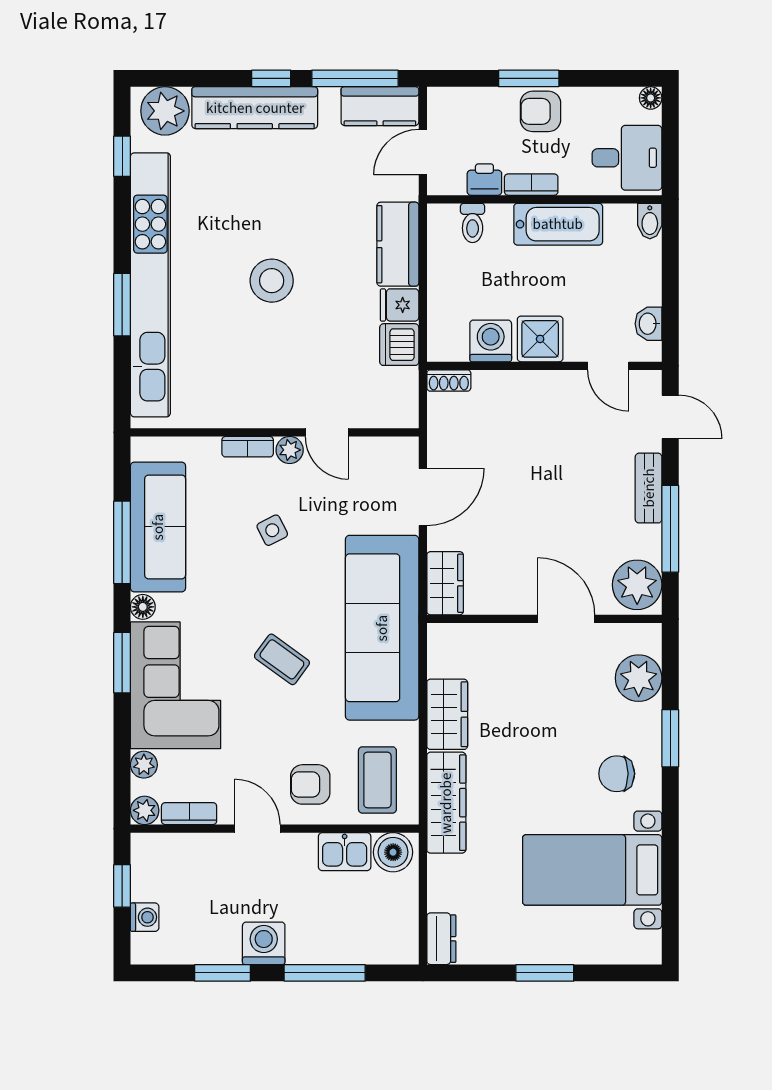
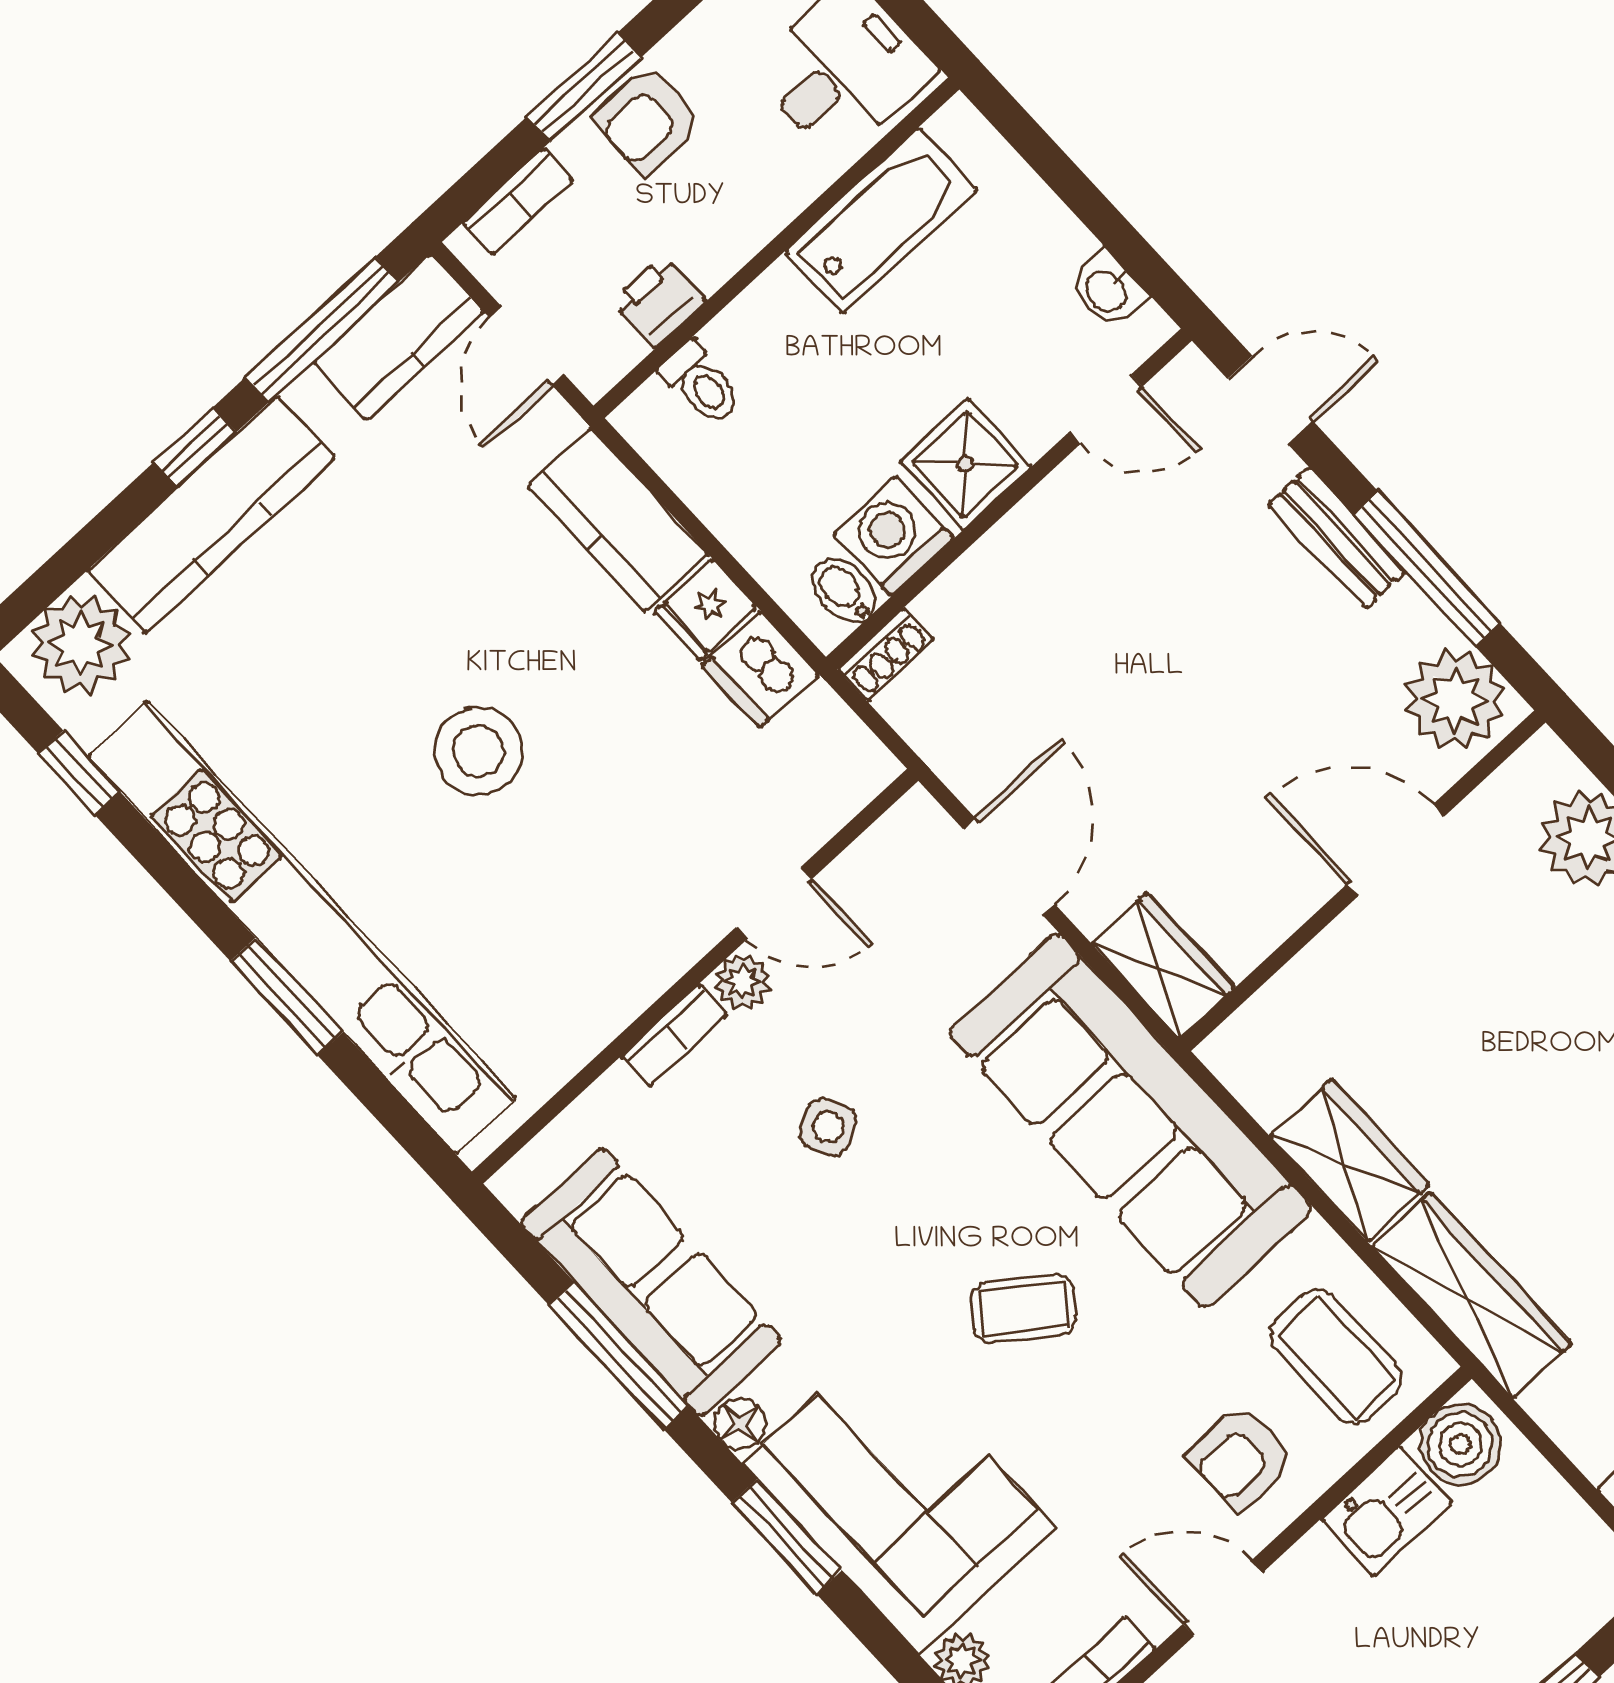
bookcase: (531, 185) -> (518, 201), moved, turned 180
bidet: (650, 221) -> (844, 591), moved, turned 180
bathtub: (558, 224) -> (881, 220), moved

